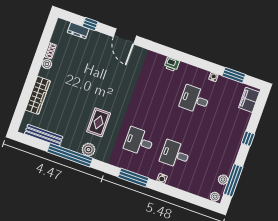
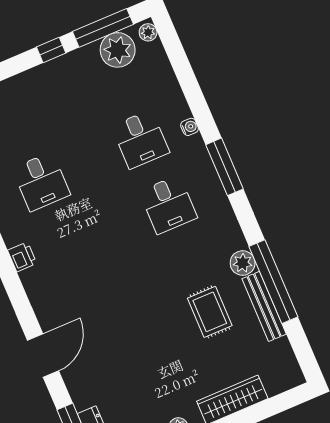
rug: (99, 122) -> (210, 312), moved, turned 90
bench: (44, 135) -> (264, 306), moved
window: (248, 139) -> (51, 50), moved
plant: (223, 180) -> (118, 50), width x1.88, depth x1.88

